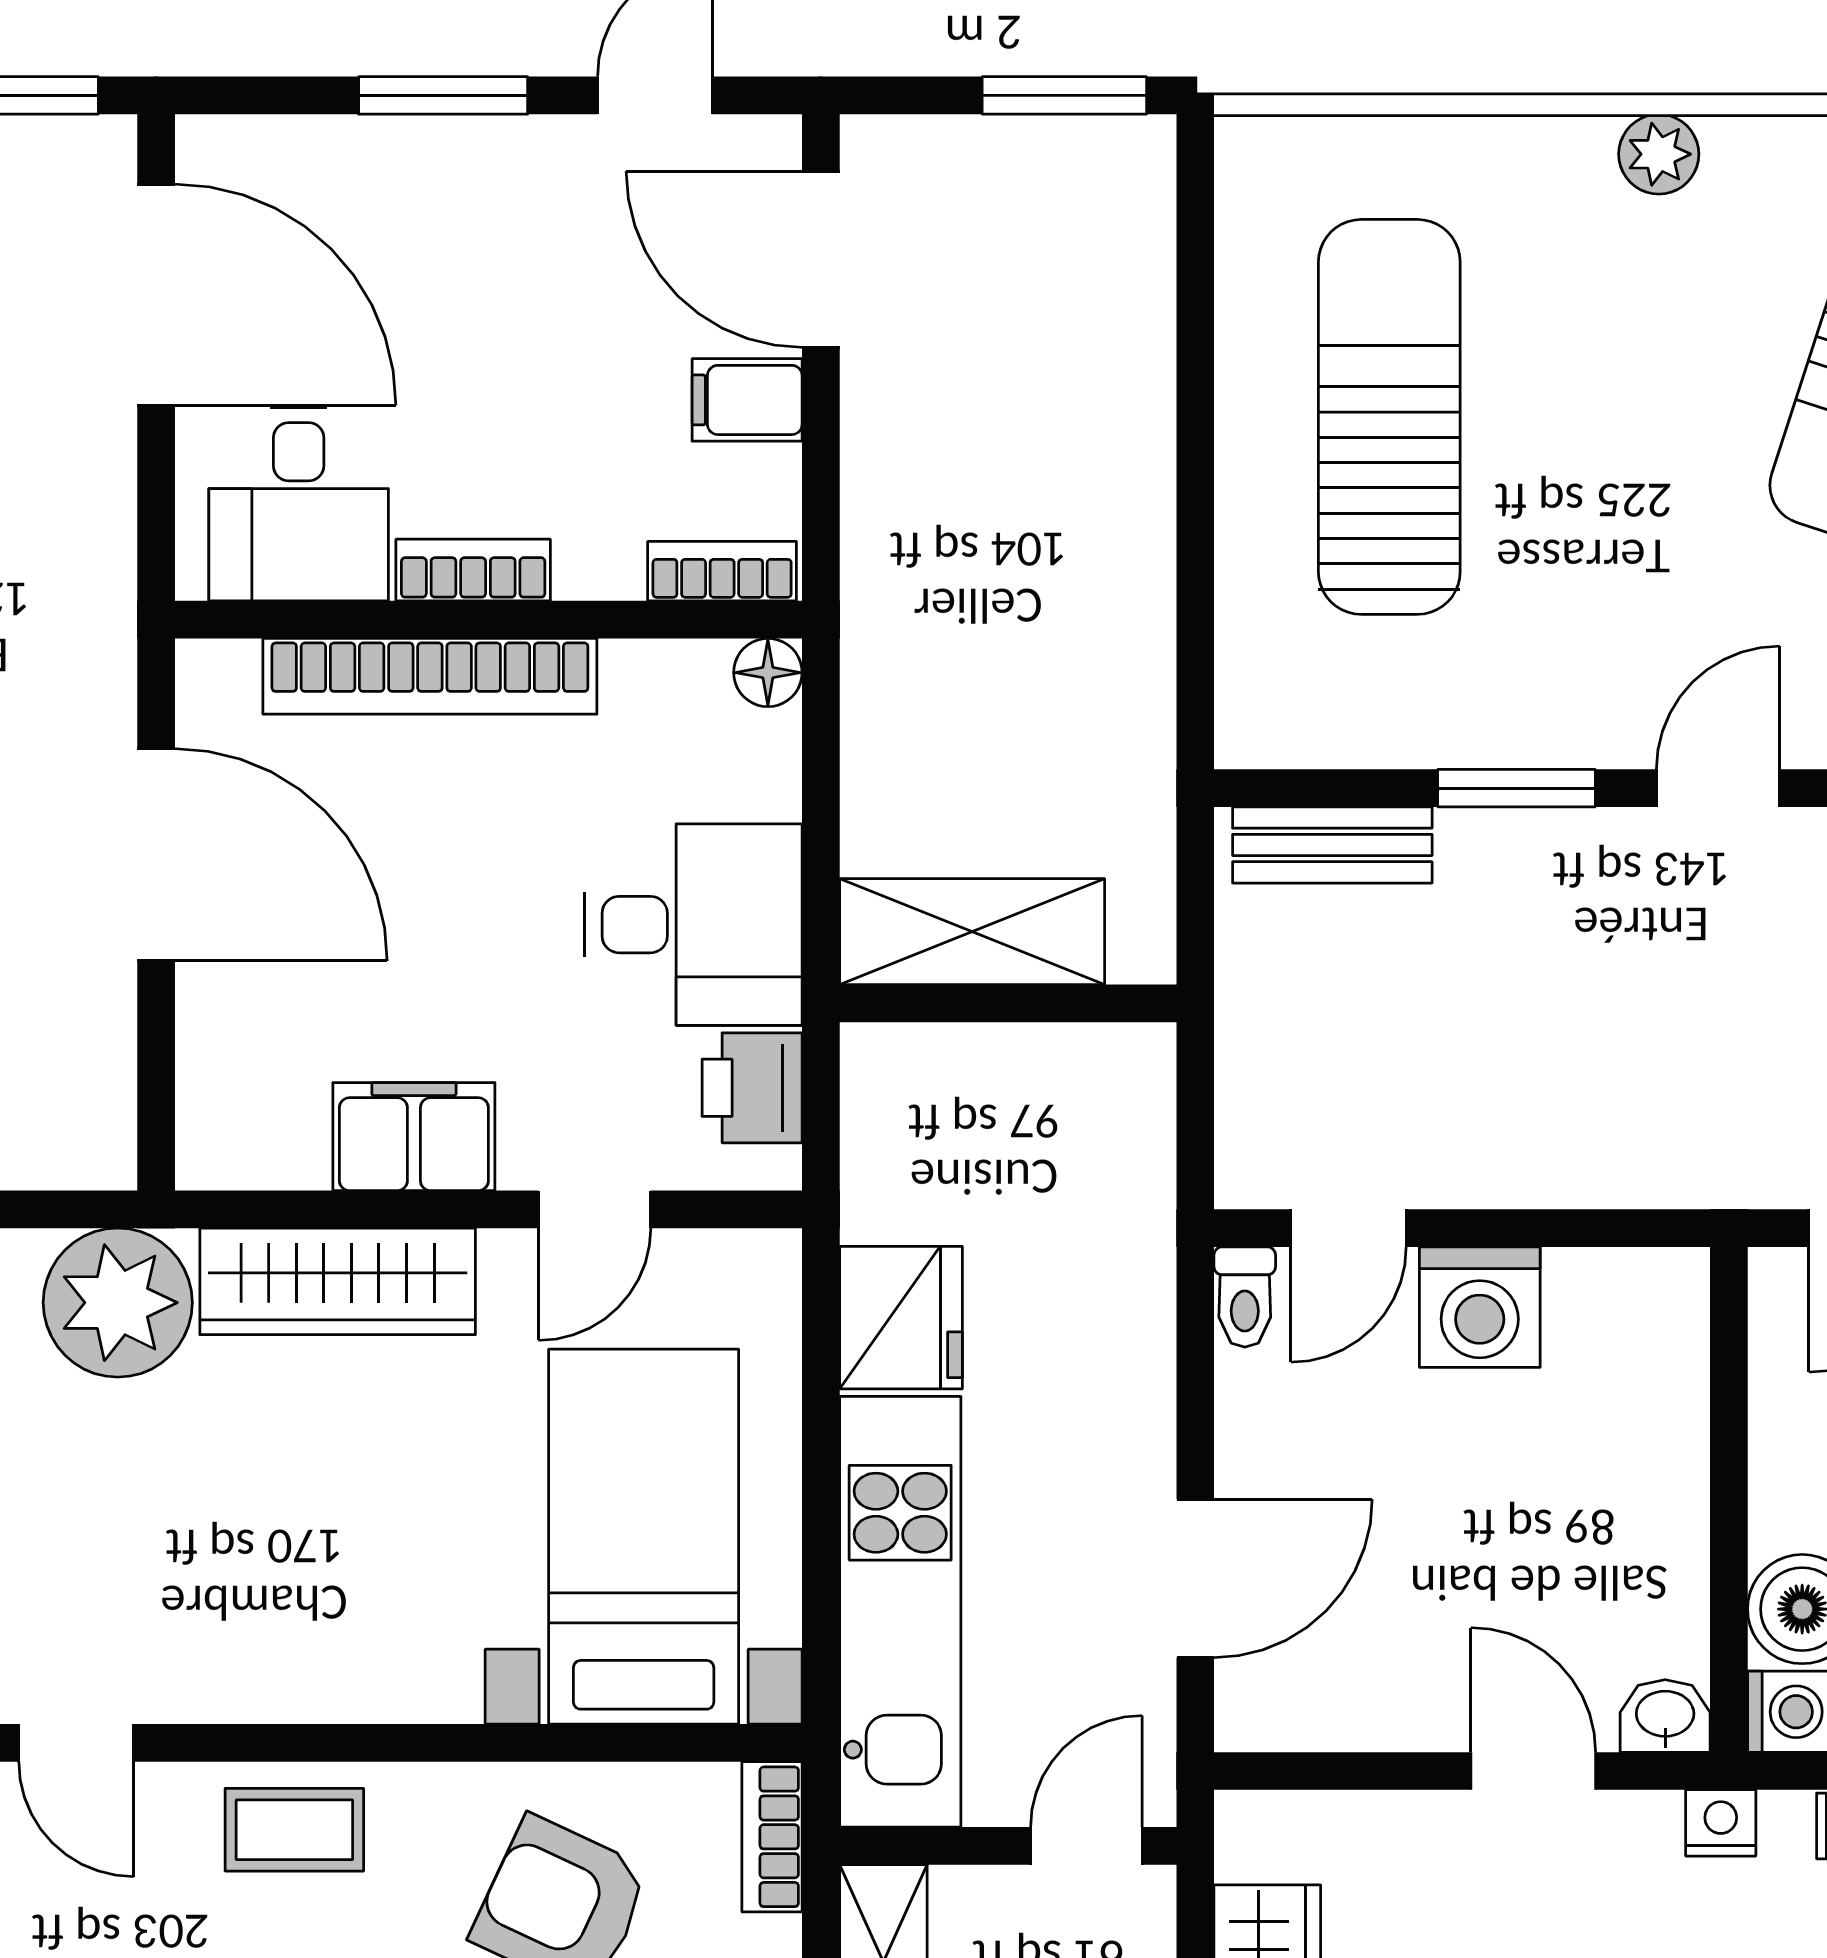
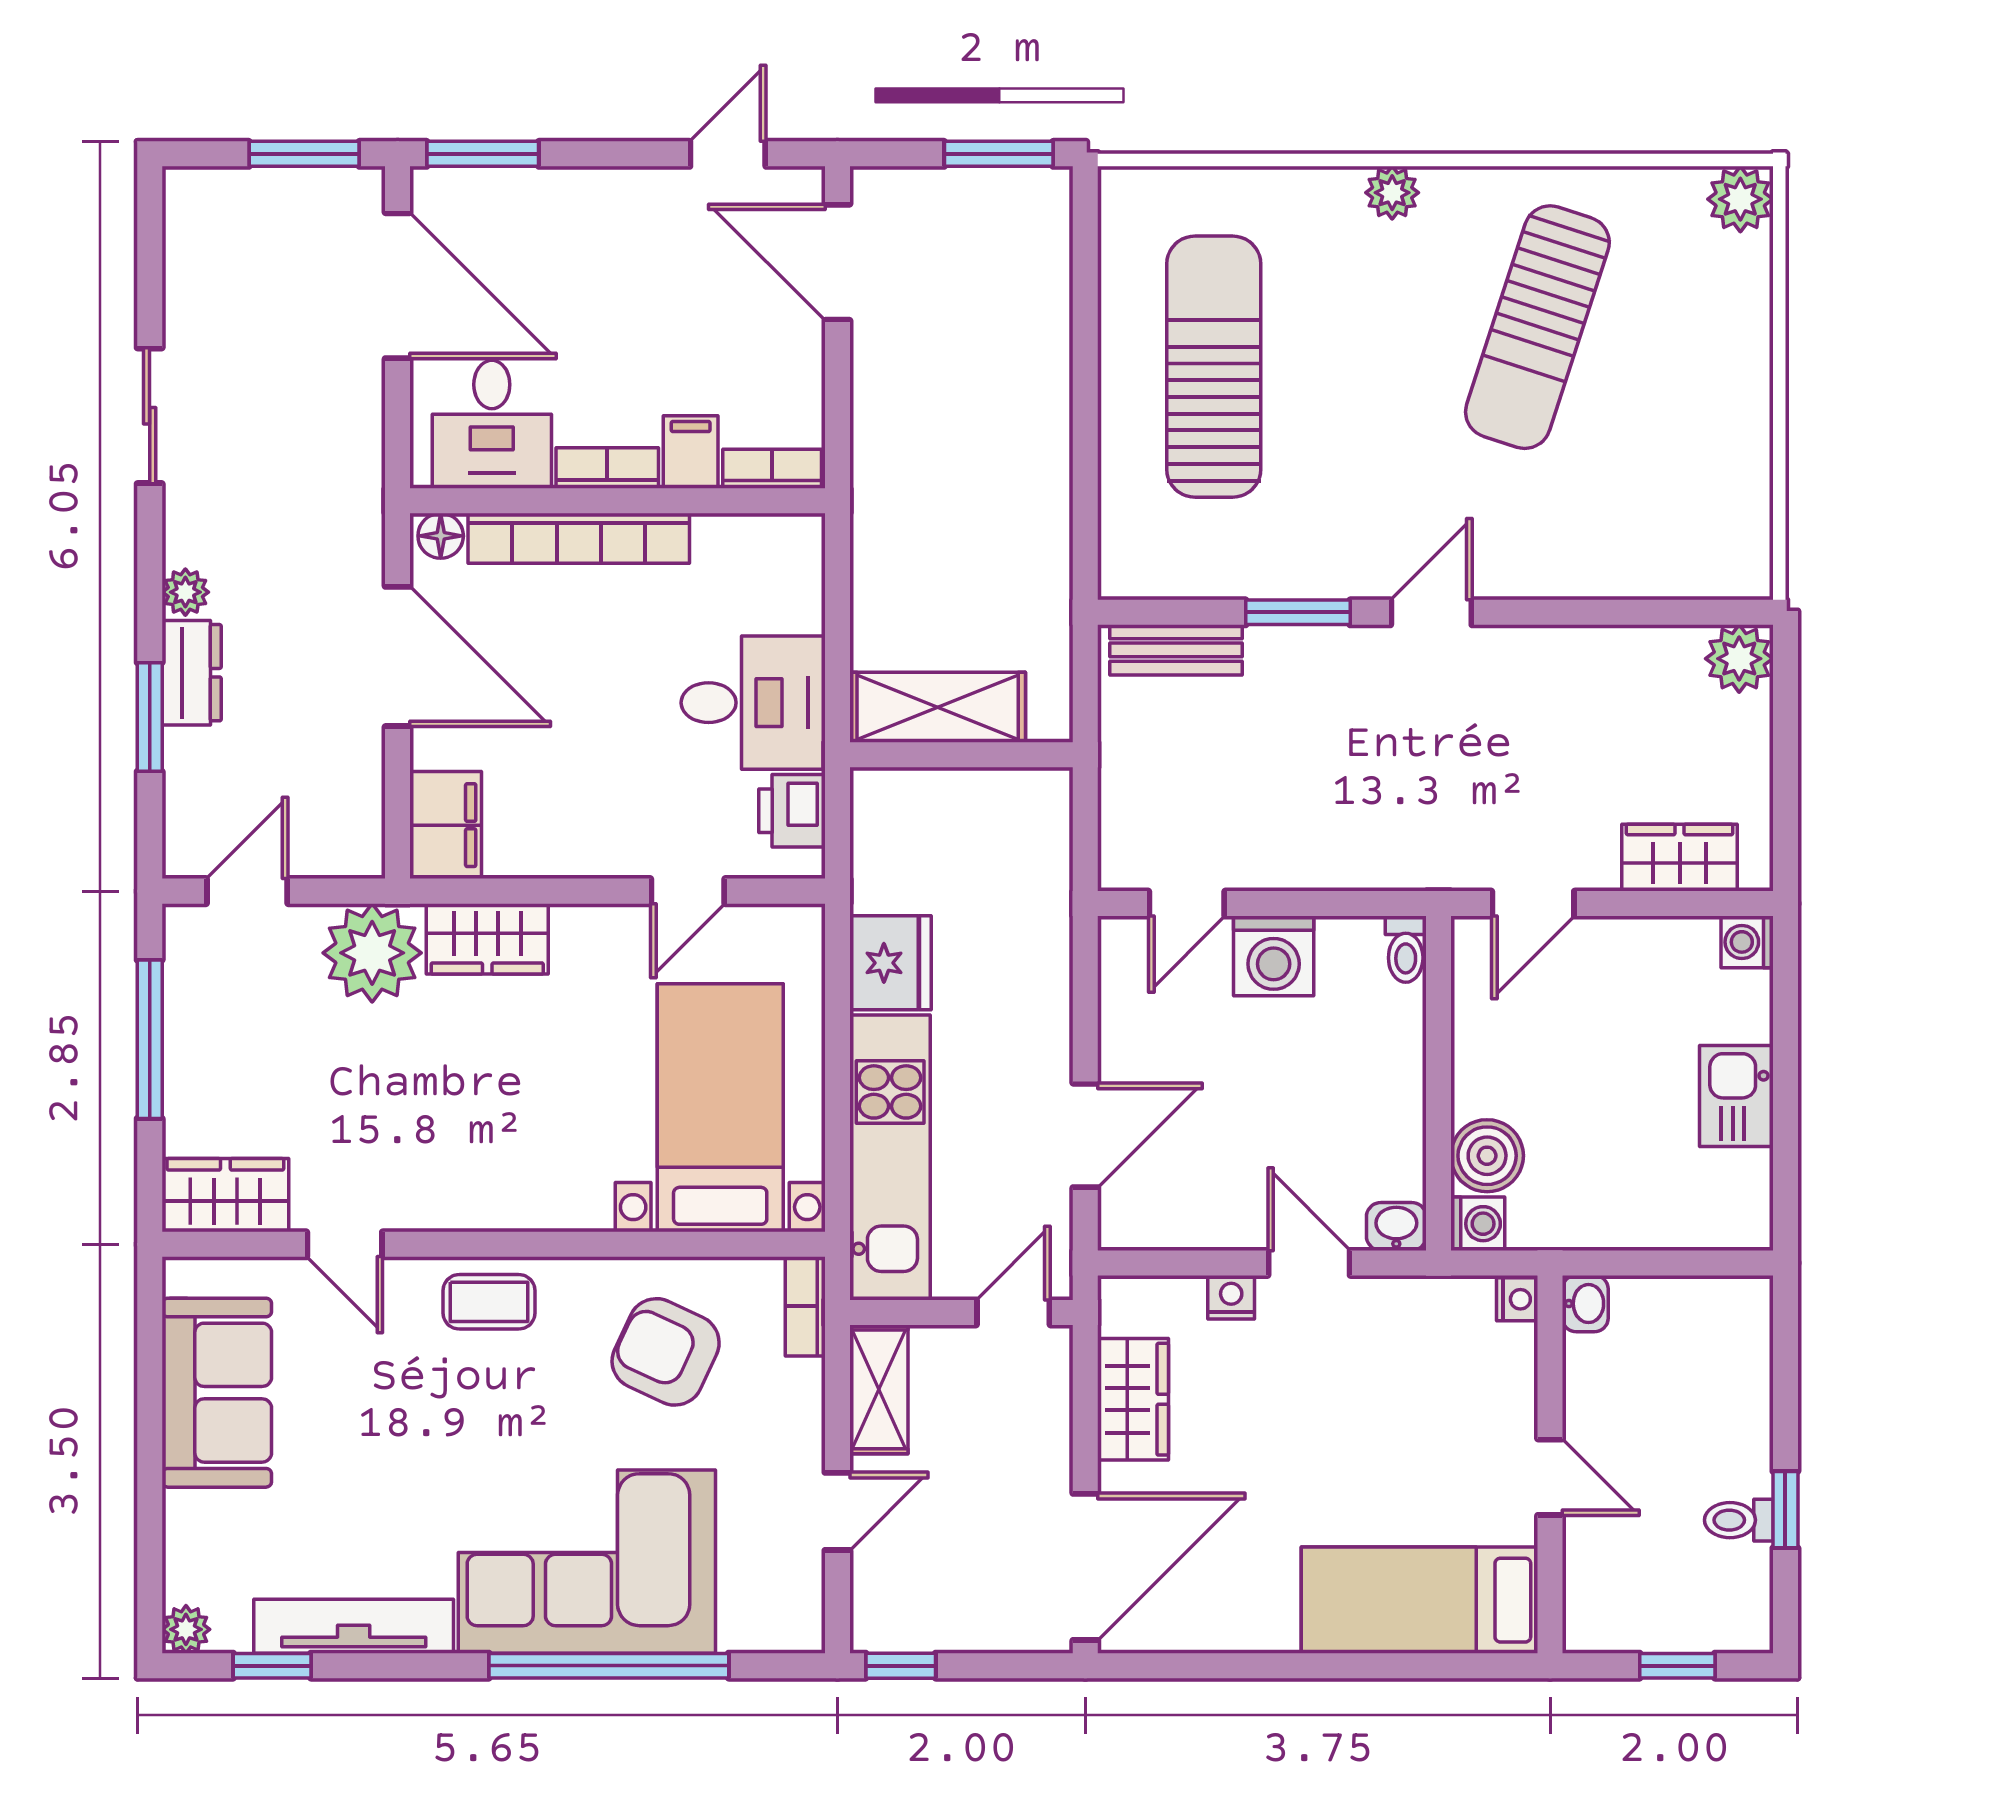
window: (443, 95) -> (483, 154), moved
filing cabinet: (747, 400) -> (691, 452), moved, turned 90
floor lamp: (768, 673) -> (441, 536), moved
filing cabinet: (414, 1137) -> (446, 825), moved, turned 90
wardrobe: (338, 1281) -> (487, 939), width x0.67
toilet: (1245, 1297) -> (1406, 949), moved
nightstand: (1721, 1823) -> (1231, 1297), moved

